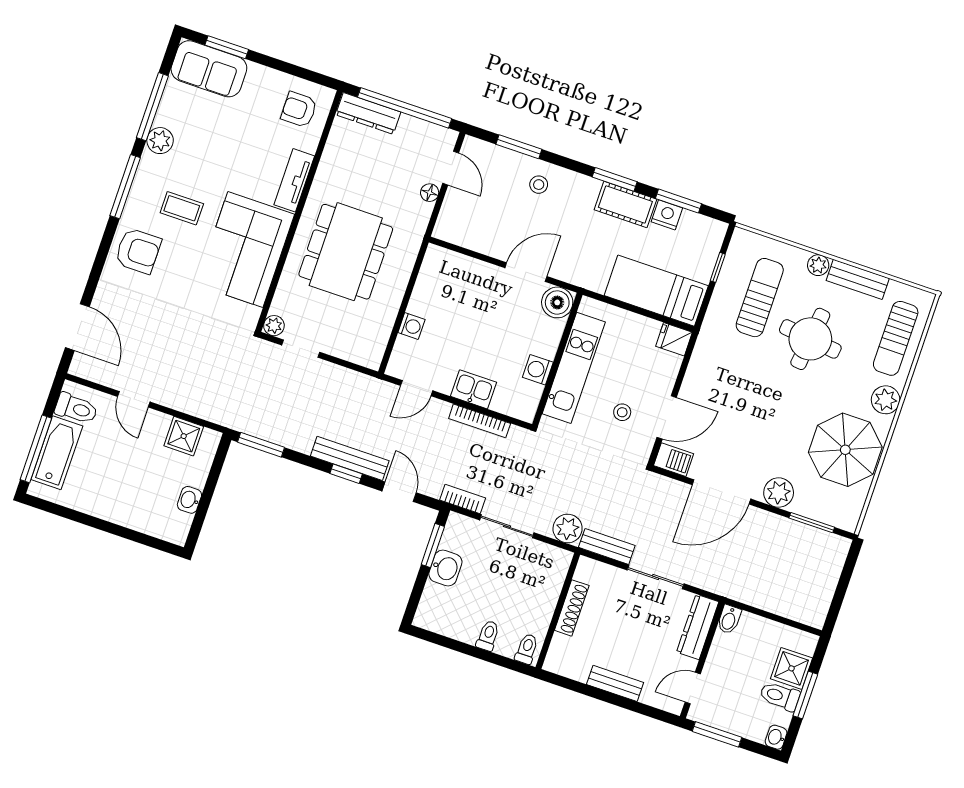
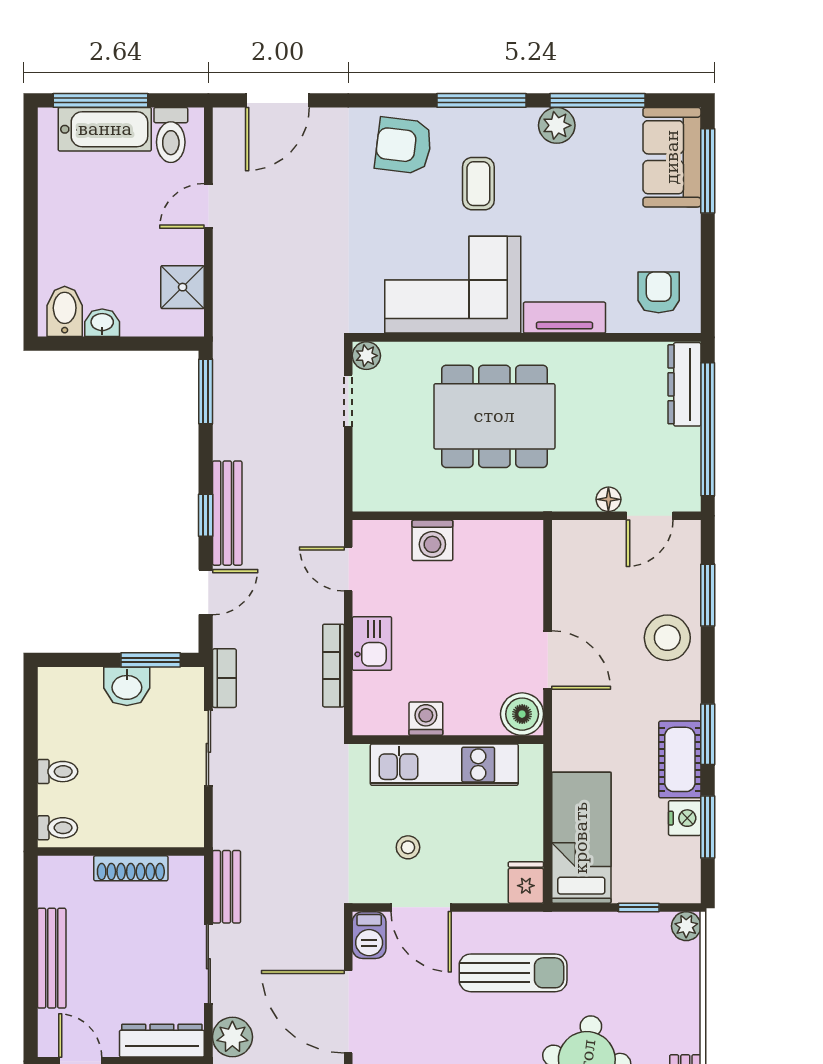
window: (227, 47) -> (708, 171), width x1.44
stool: (539, 185) -> (667, 638), width x1.89, depth x1.89
armchair: (138, 251) -> (403, 146), turned 97
plant: (818, 265) -> (686, 926), moved
sun lounger: (760, 298) -> (513, 973), moved
washing machine: (411, 326) -> (432, 540), width x1.38, depth x1.38
bidet: (173, 523) -> (65, 311), added
plant: (568, 528) -> (232, 1037), moved
bench: (615, 683) -> (52, 958), width x1.36

